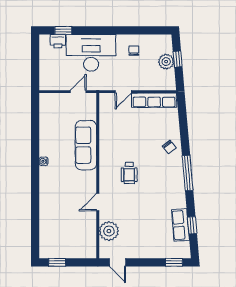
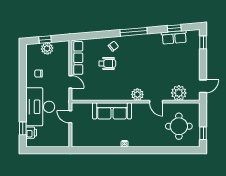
wheelchair: (129, 173) -> (107, 63), moved
plant: (107, 178) -> (137, 94), added
round table: (66, 231) -> (179, 126), added

